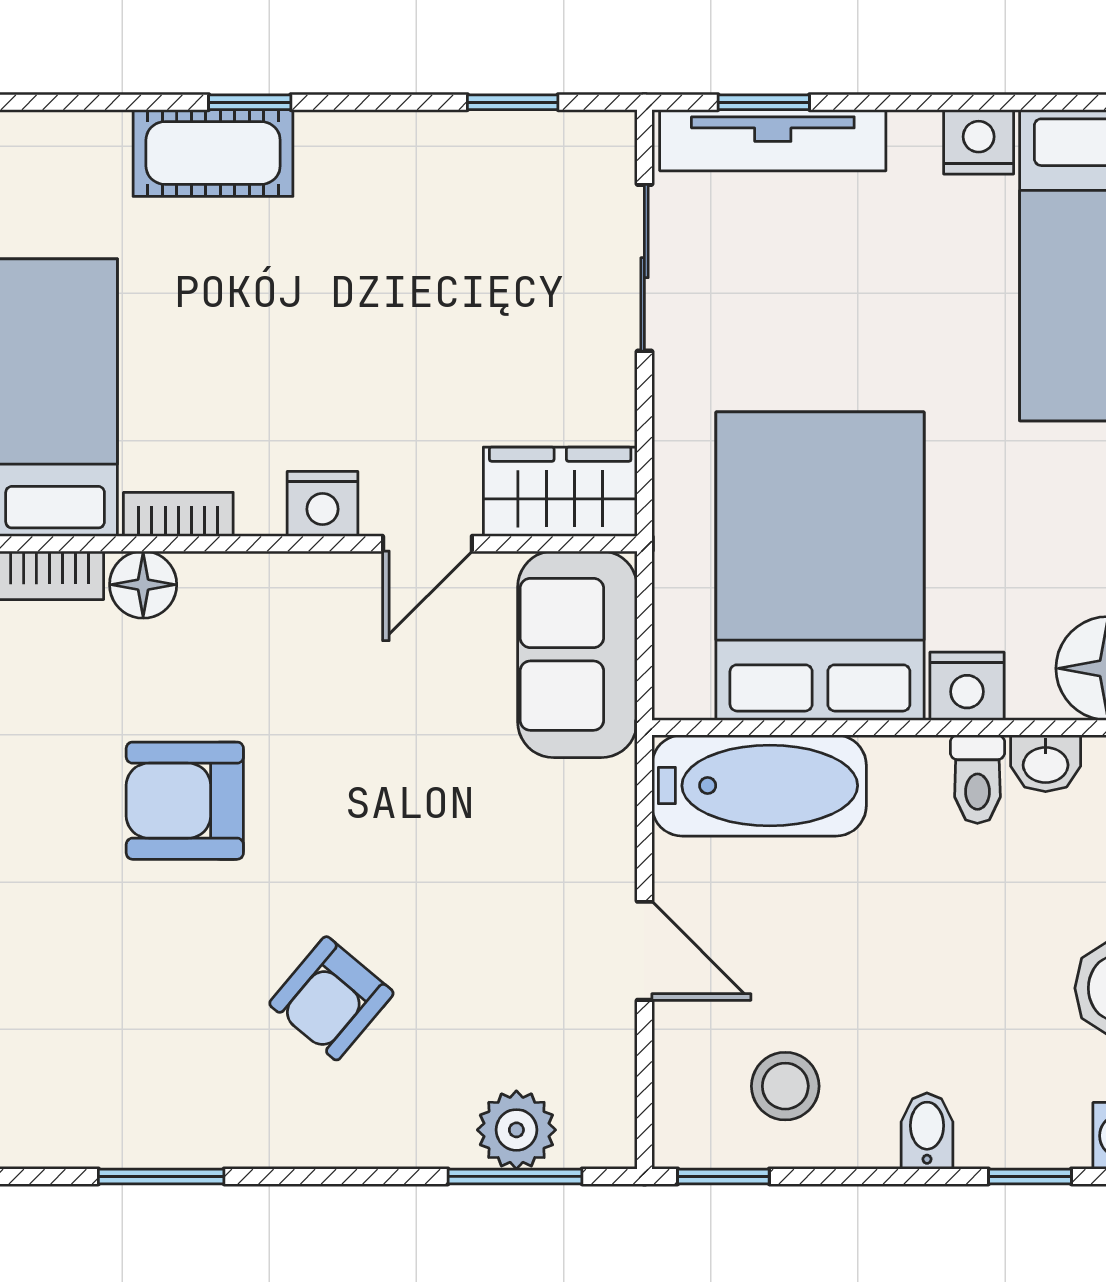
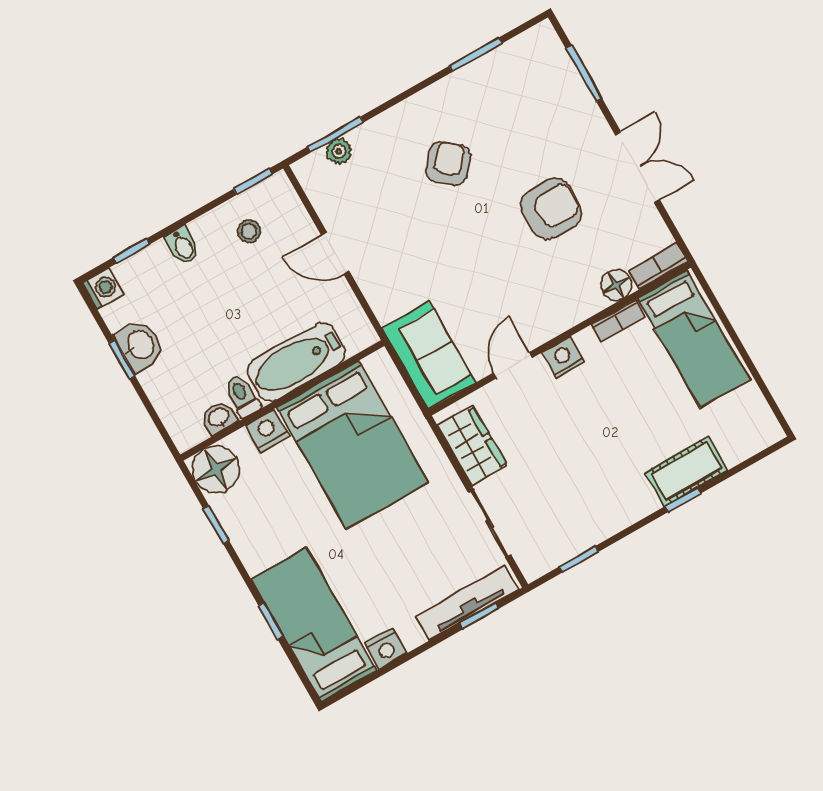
wardrobe: (560, 492) -> (472, 446), moved, turned -90
bathtub: (759, 786) -> (296, 362), moved
stool: (785, 1086) -> (249, 231), width x0.73, depth x0.73
plant: (516, 1130) -> (339, 151), width x0.73, depth x0.73

